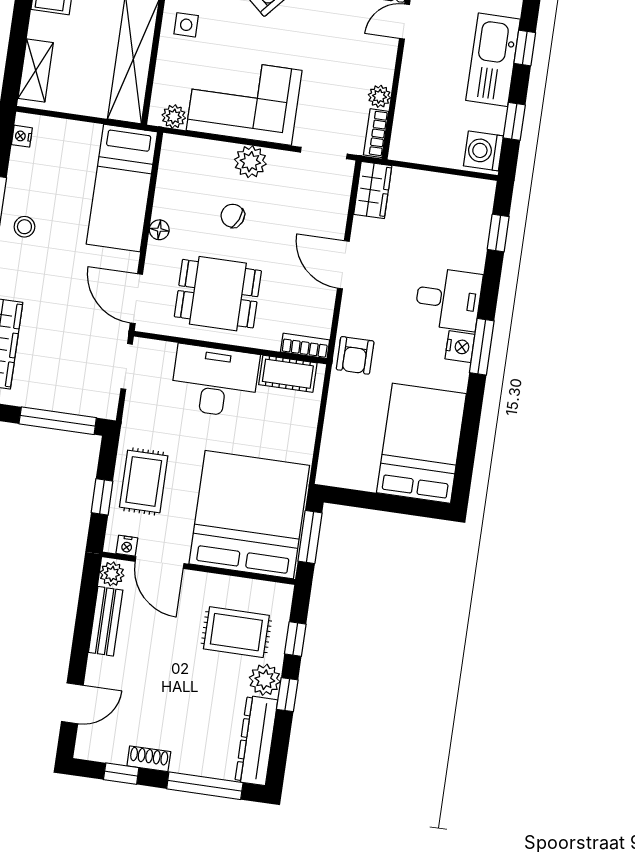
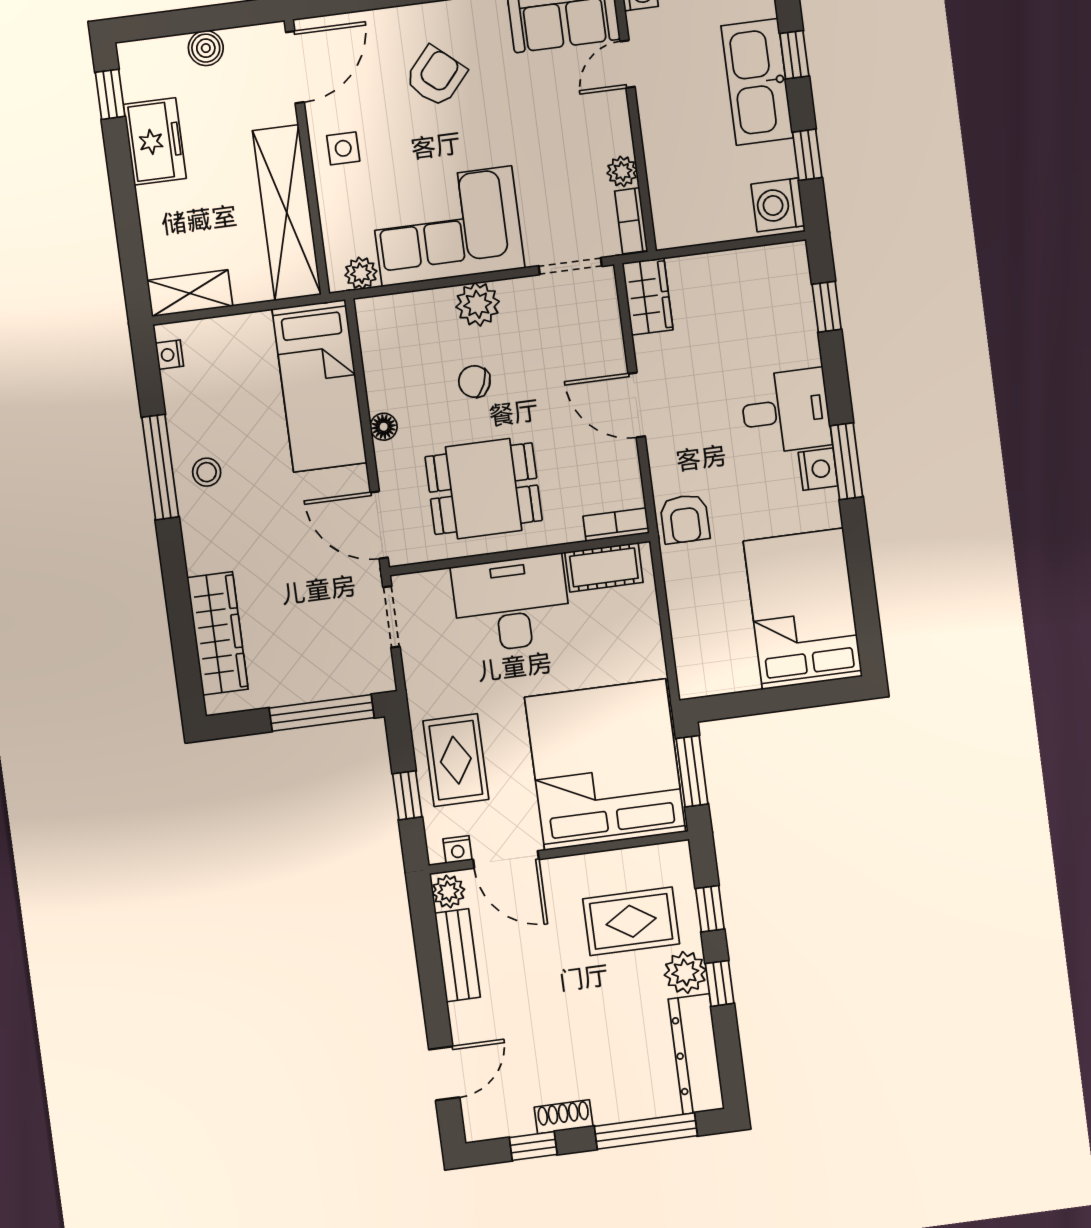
shelving: (36, 70) -> (190, 293), moved, turned 90

